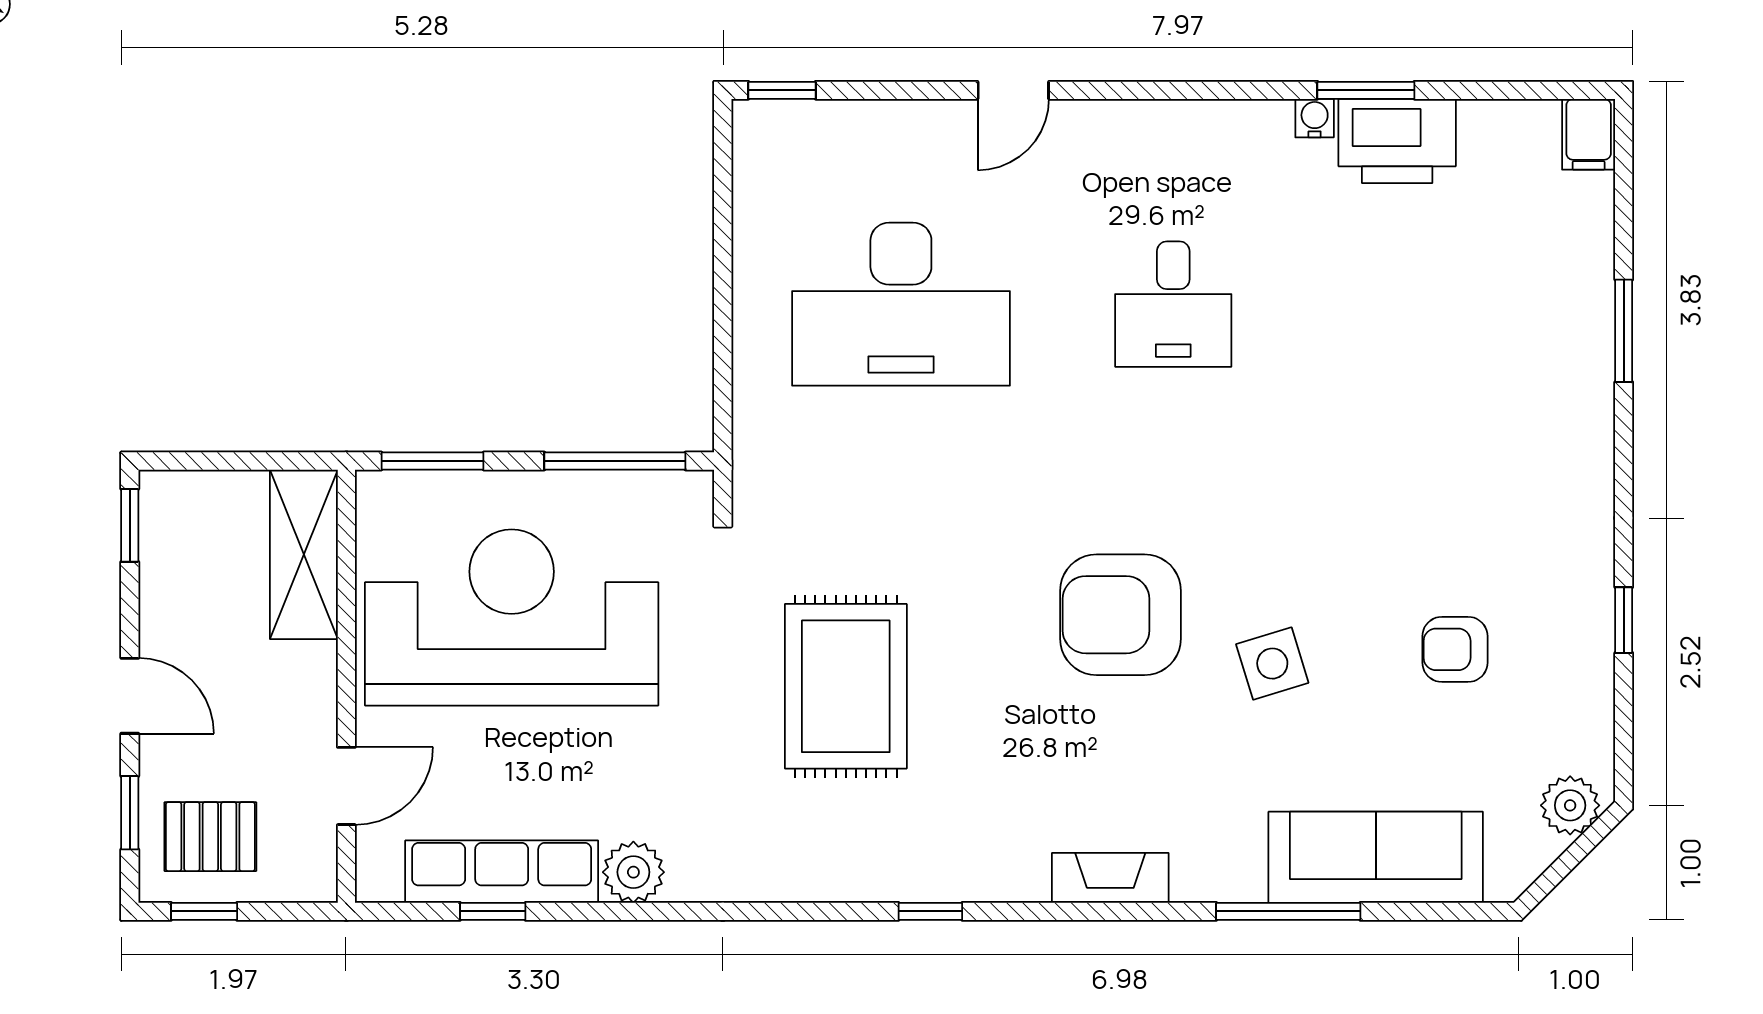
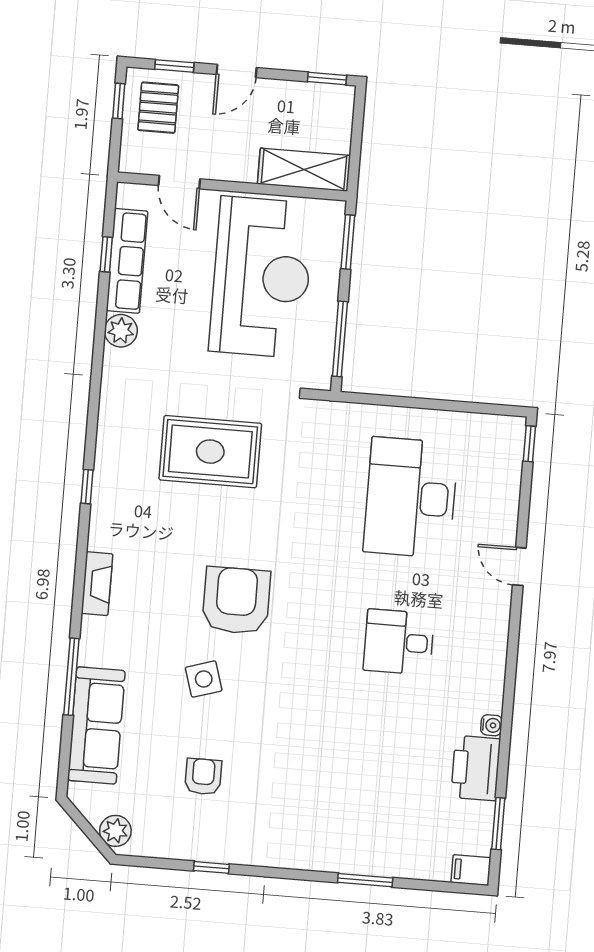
window: (1366, 90) -> (498, 824), moved

